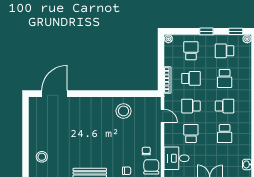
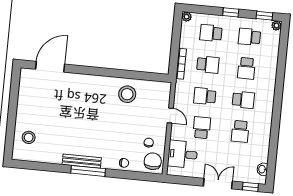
school desk: (191, 51) -> (211, 33), turned -90
door: (163, 116) -> (170, 116), moved

